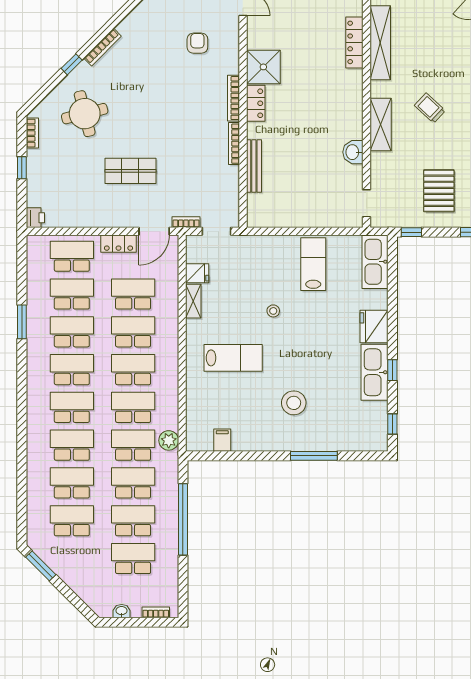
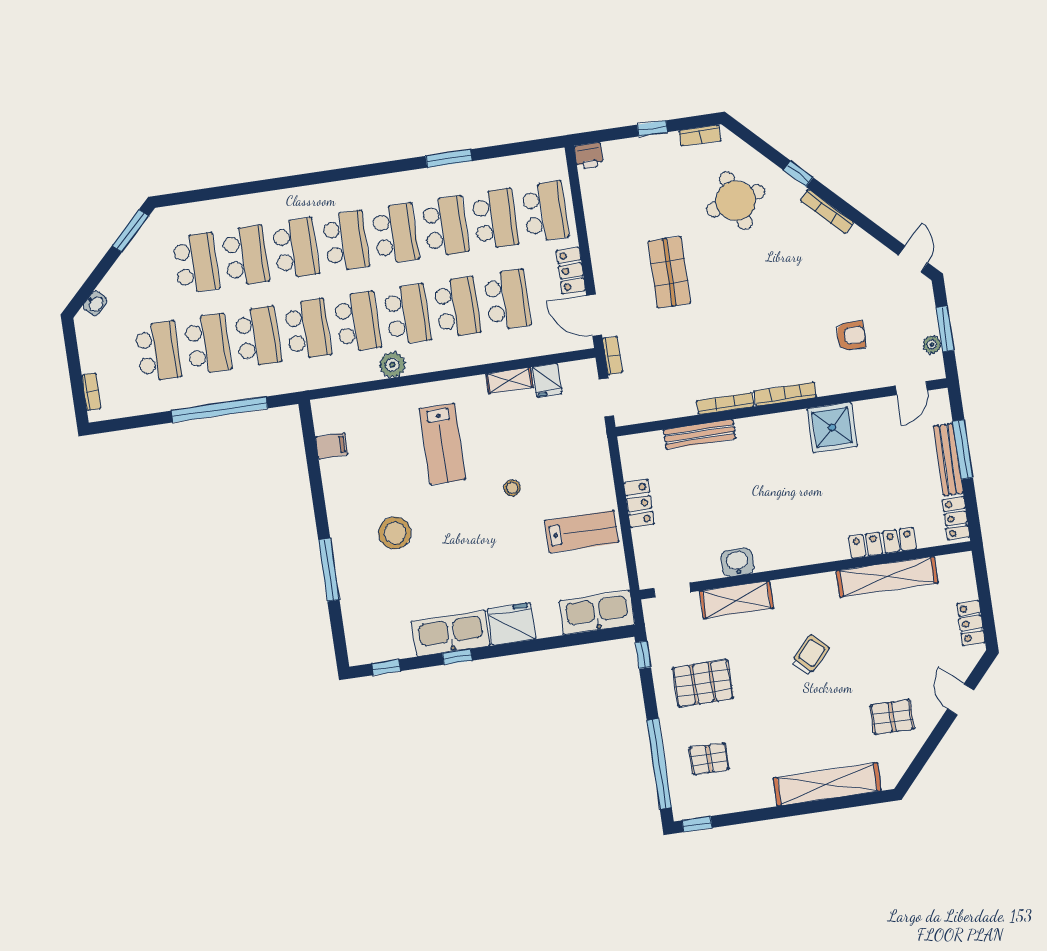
locker: (256, 103) -> (639, 504), moved, turned -90
shelving: (381, 125) -> (736, 600), moved
plant: (169, 440) -> (392, 365), moved
washbasin: (122, 611) -> (95, 303), moved, turned 45

